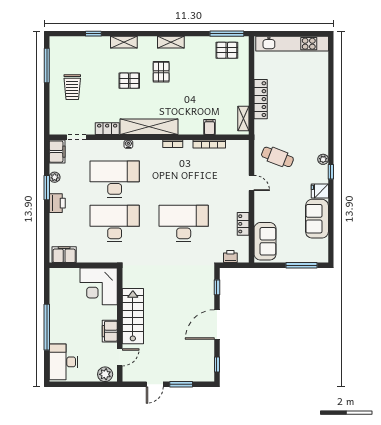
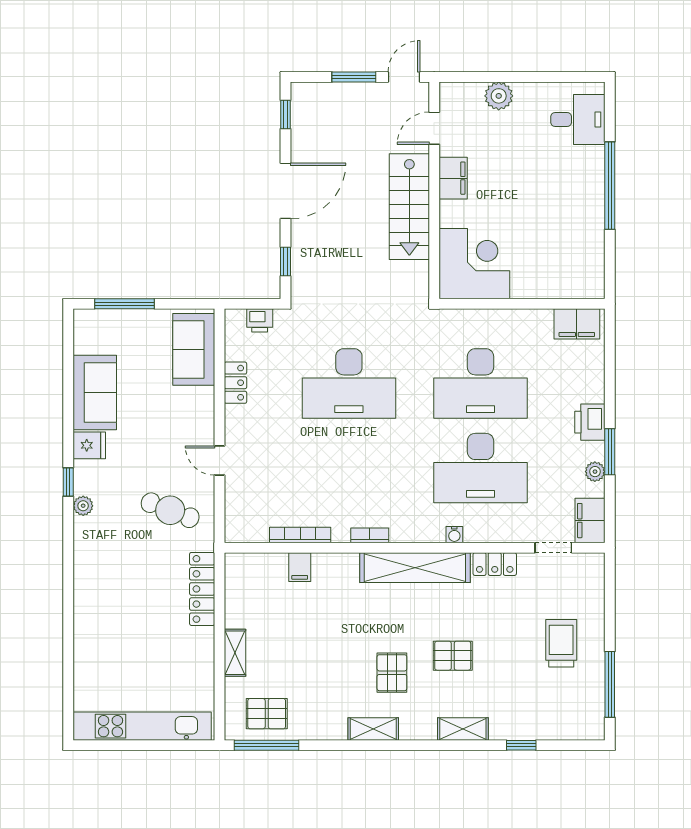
locker: (261, 99) -> (202, 589), moved
shelving: (243, 118) -> (235, 653), moved
corner desk: (99, 286) -> (474, 264), moved
stairs: (133, 316) -> (409, 207), moved
wall: (120, 325) -> (434, 190), moved
filing cabinet: (110, 331) -> (453, 178), moved
door: (120, 357) -> (434, 128), moved
desk: (64, 362) -> (578, 120), width x0.73

